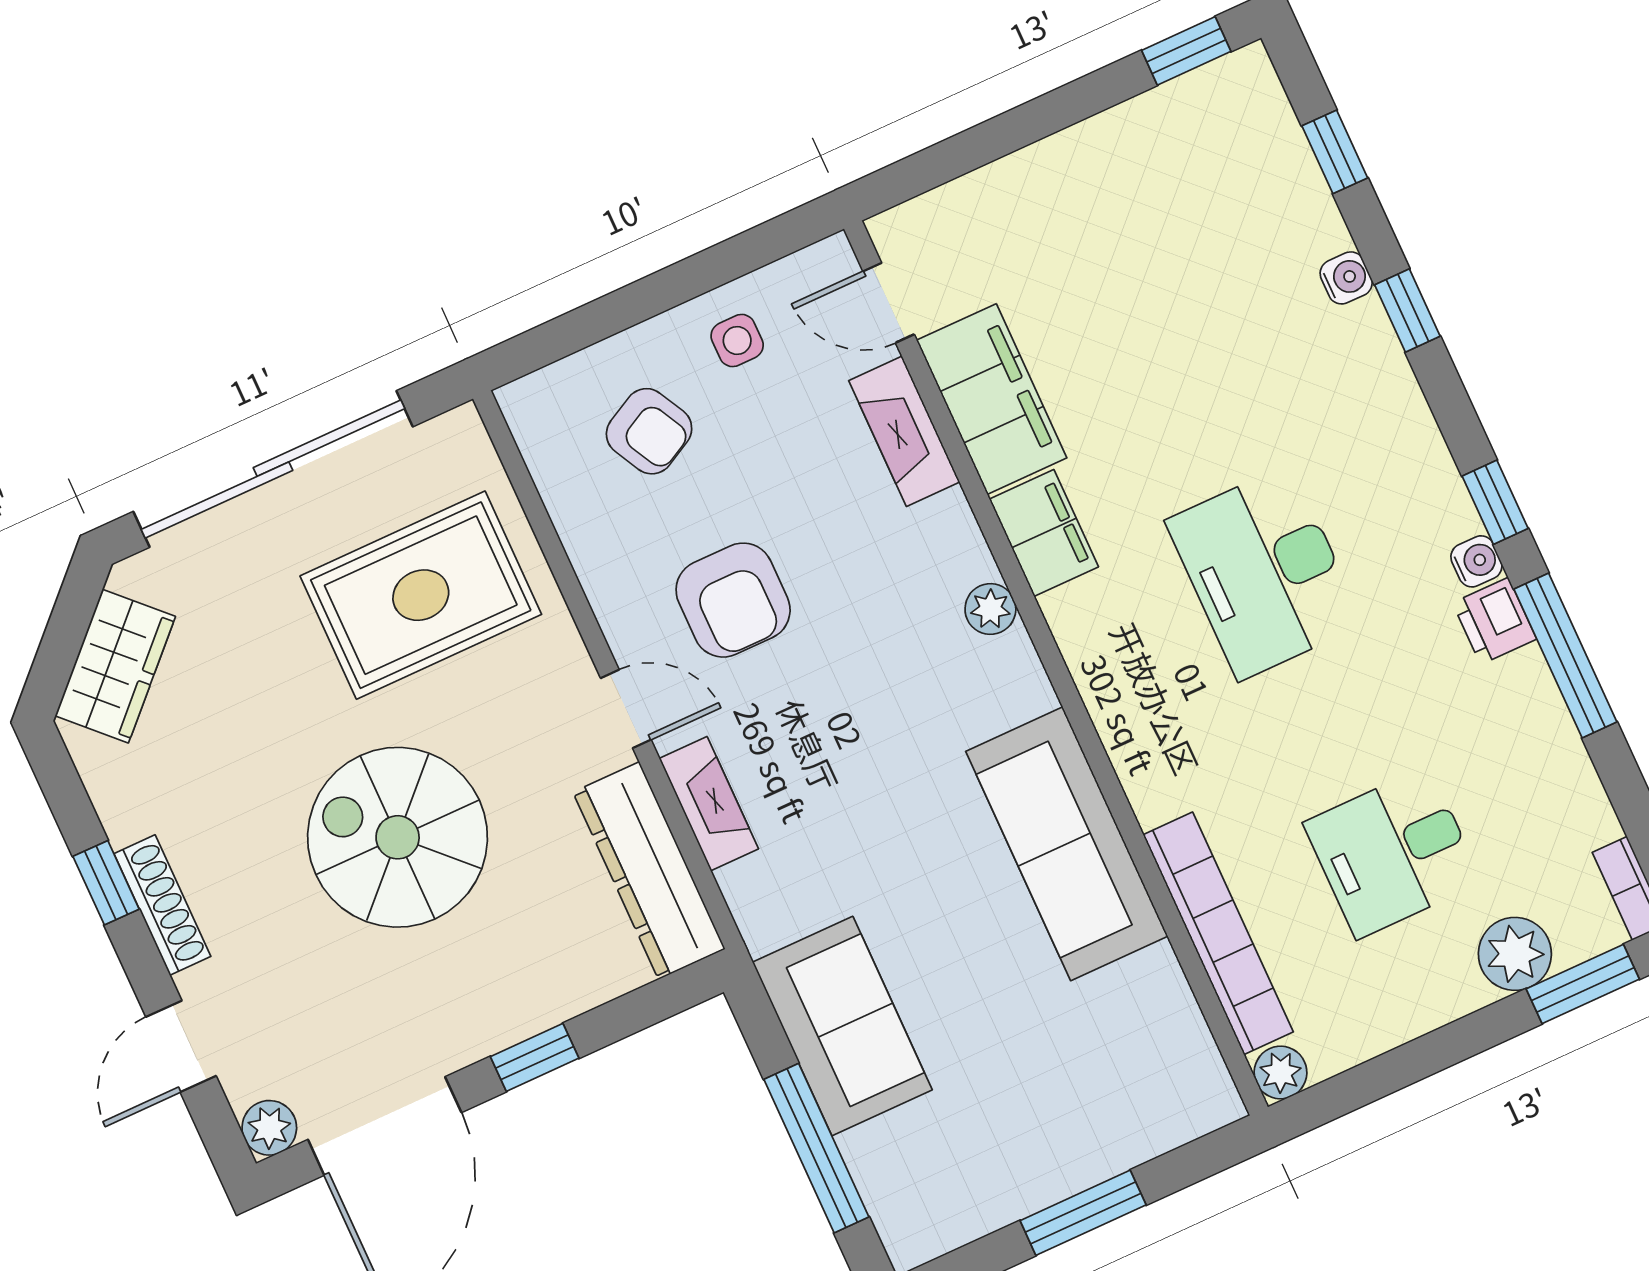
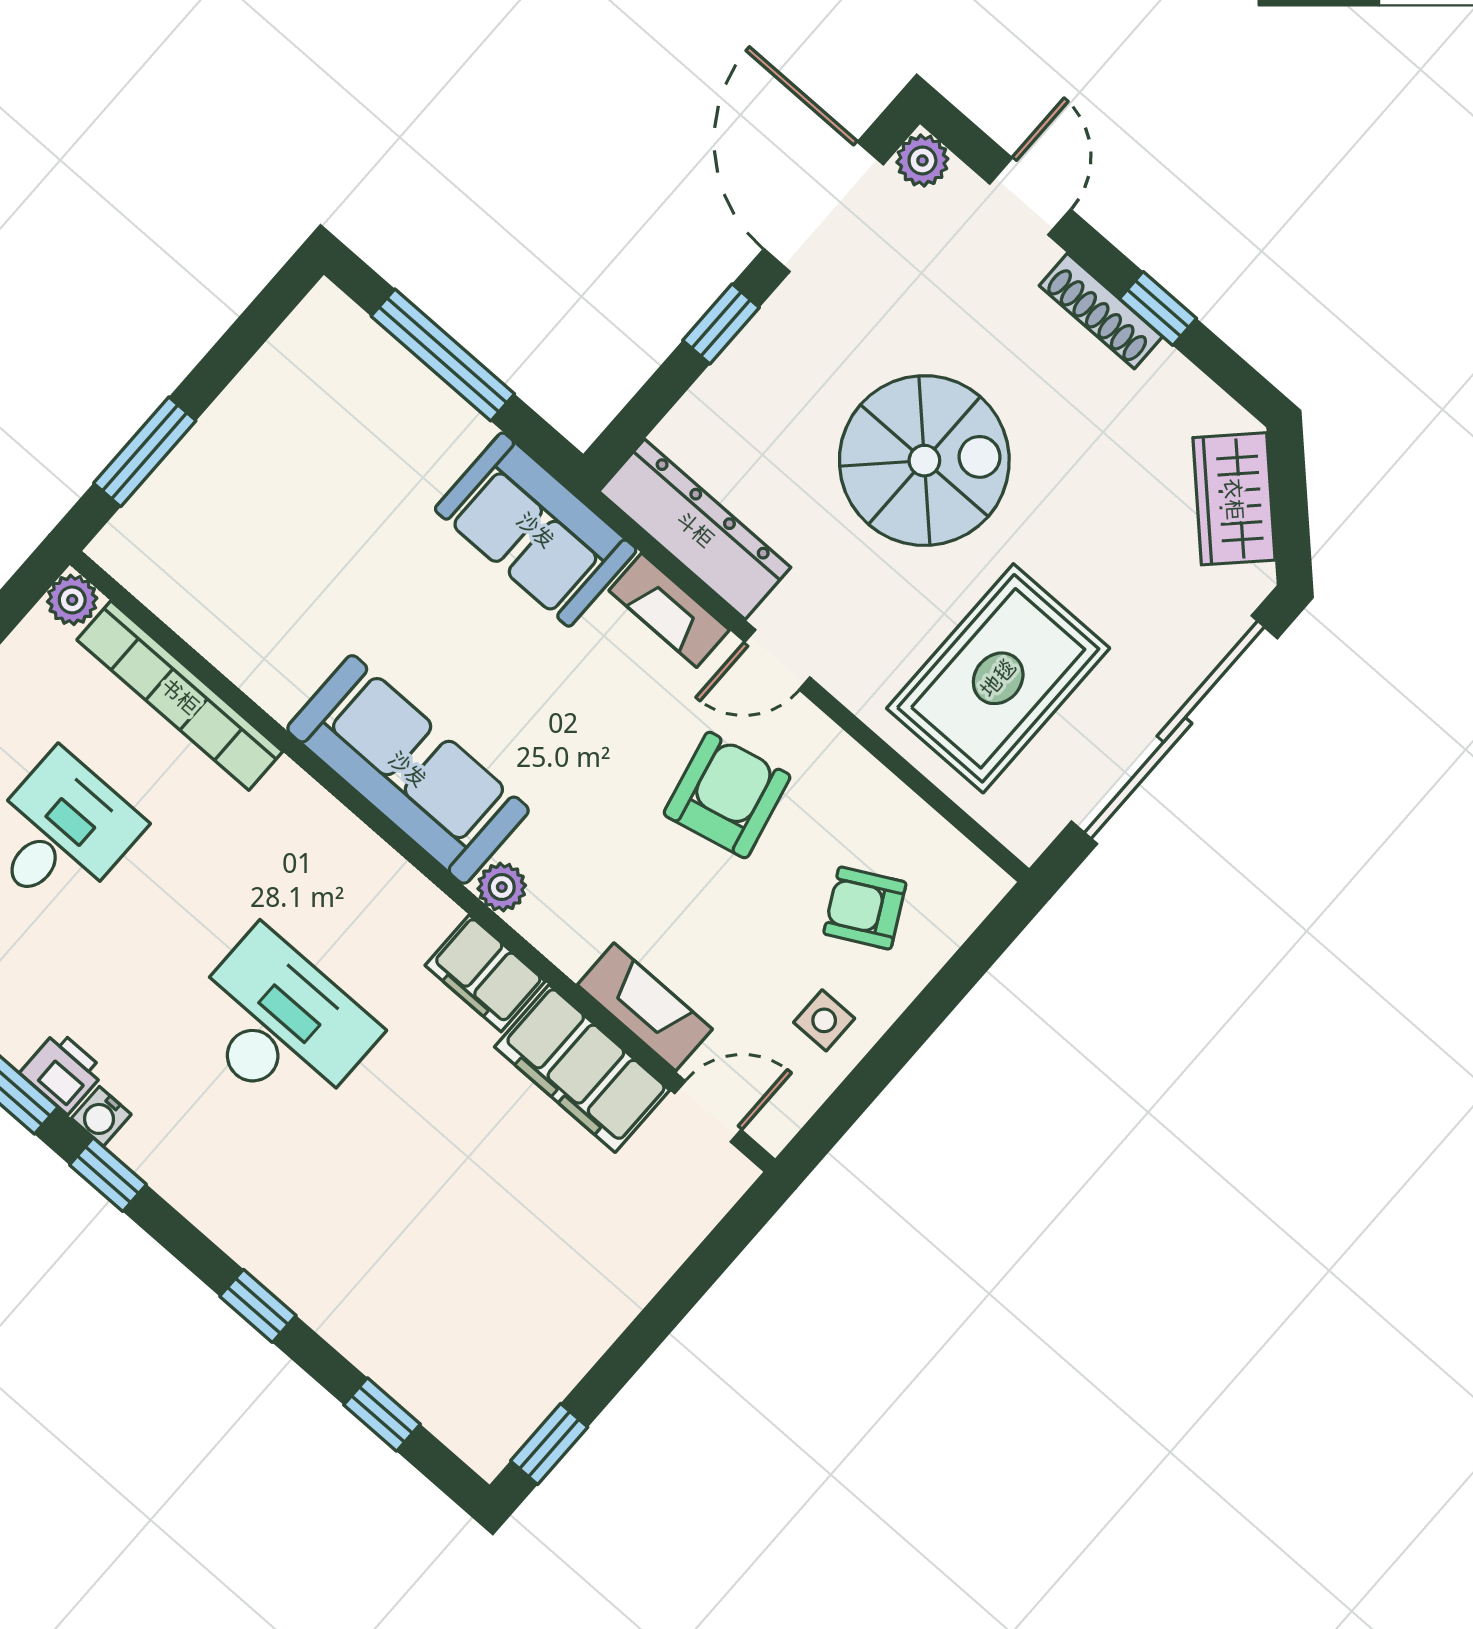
water cooler: (1346, 278) -> (323, 1310), removed
armchair: (733, 600) -> (727, 795), turned 77
sofa: (1067, 844) -> (408, 769), moved
sofa: (842, 1026) -> (536, 530), moved
window: (1083, 1213) -> (145, 452), moved

